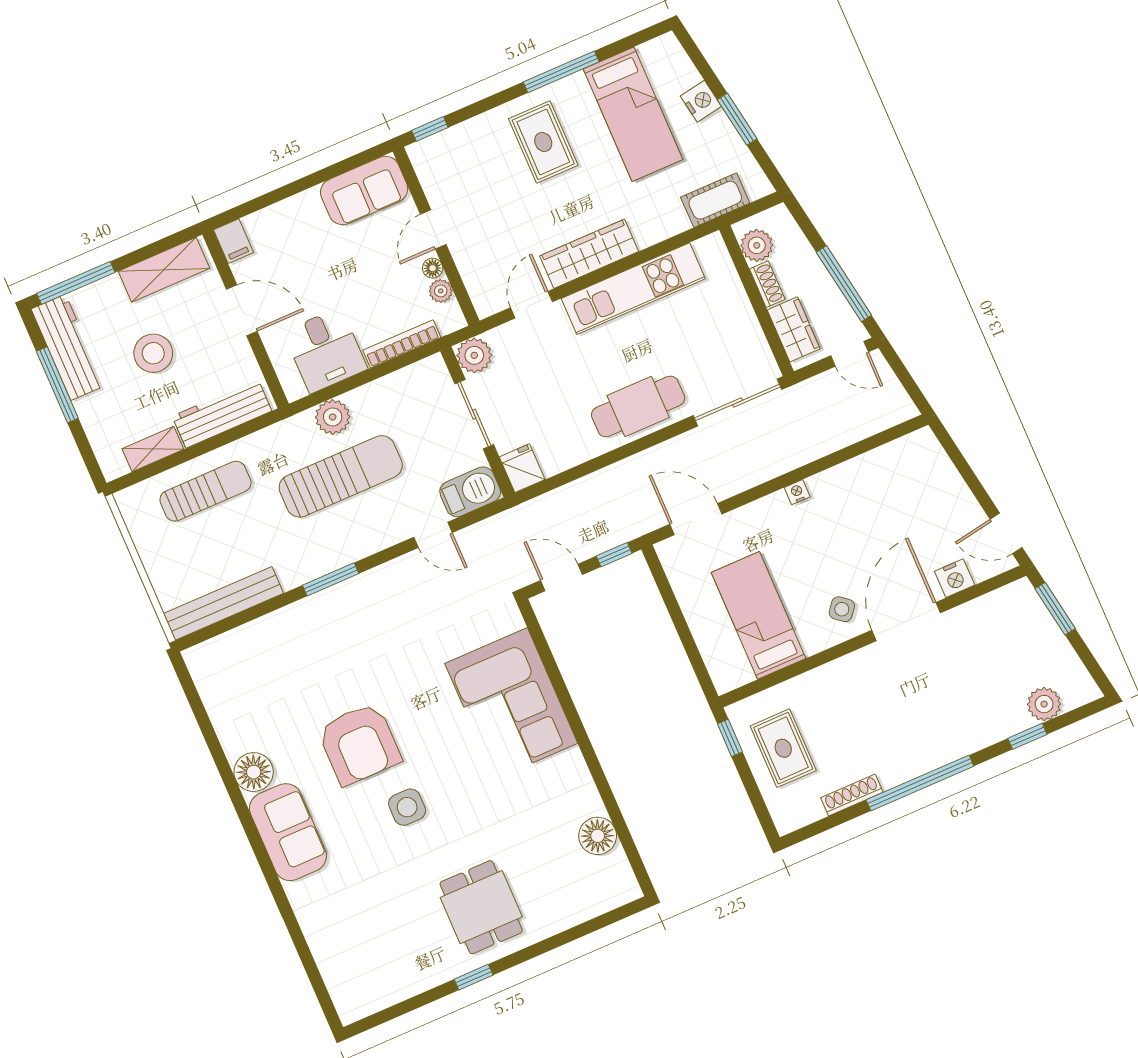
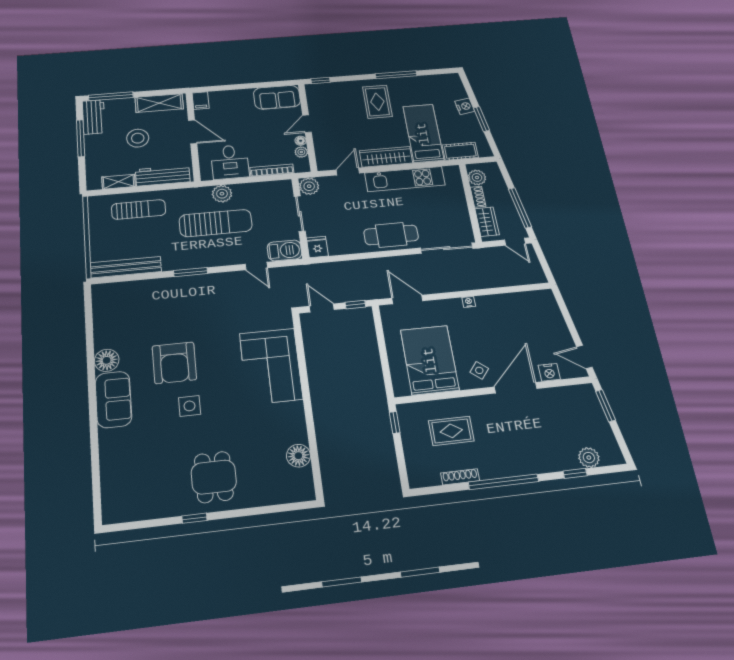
bed: (633, 114) -> (423, 133), moved, turned 180
workbench: (68, 347) -> (94, 117), width x0.73
bed: (759, 615) -> (430, 360), width x1.50
rug: (783, 748) -> (451, 431), moved, turned 90

